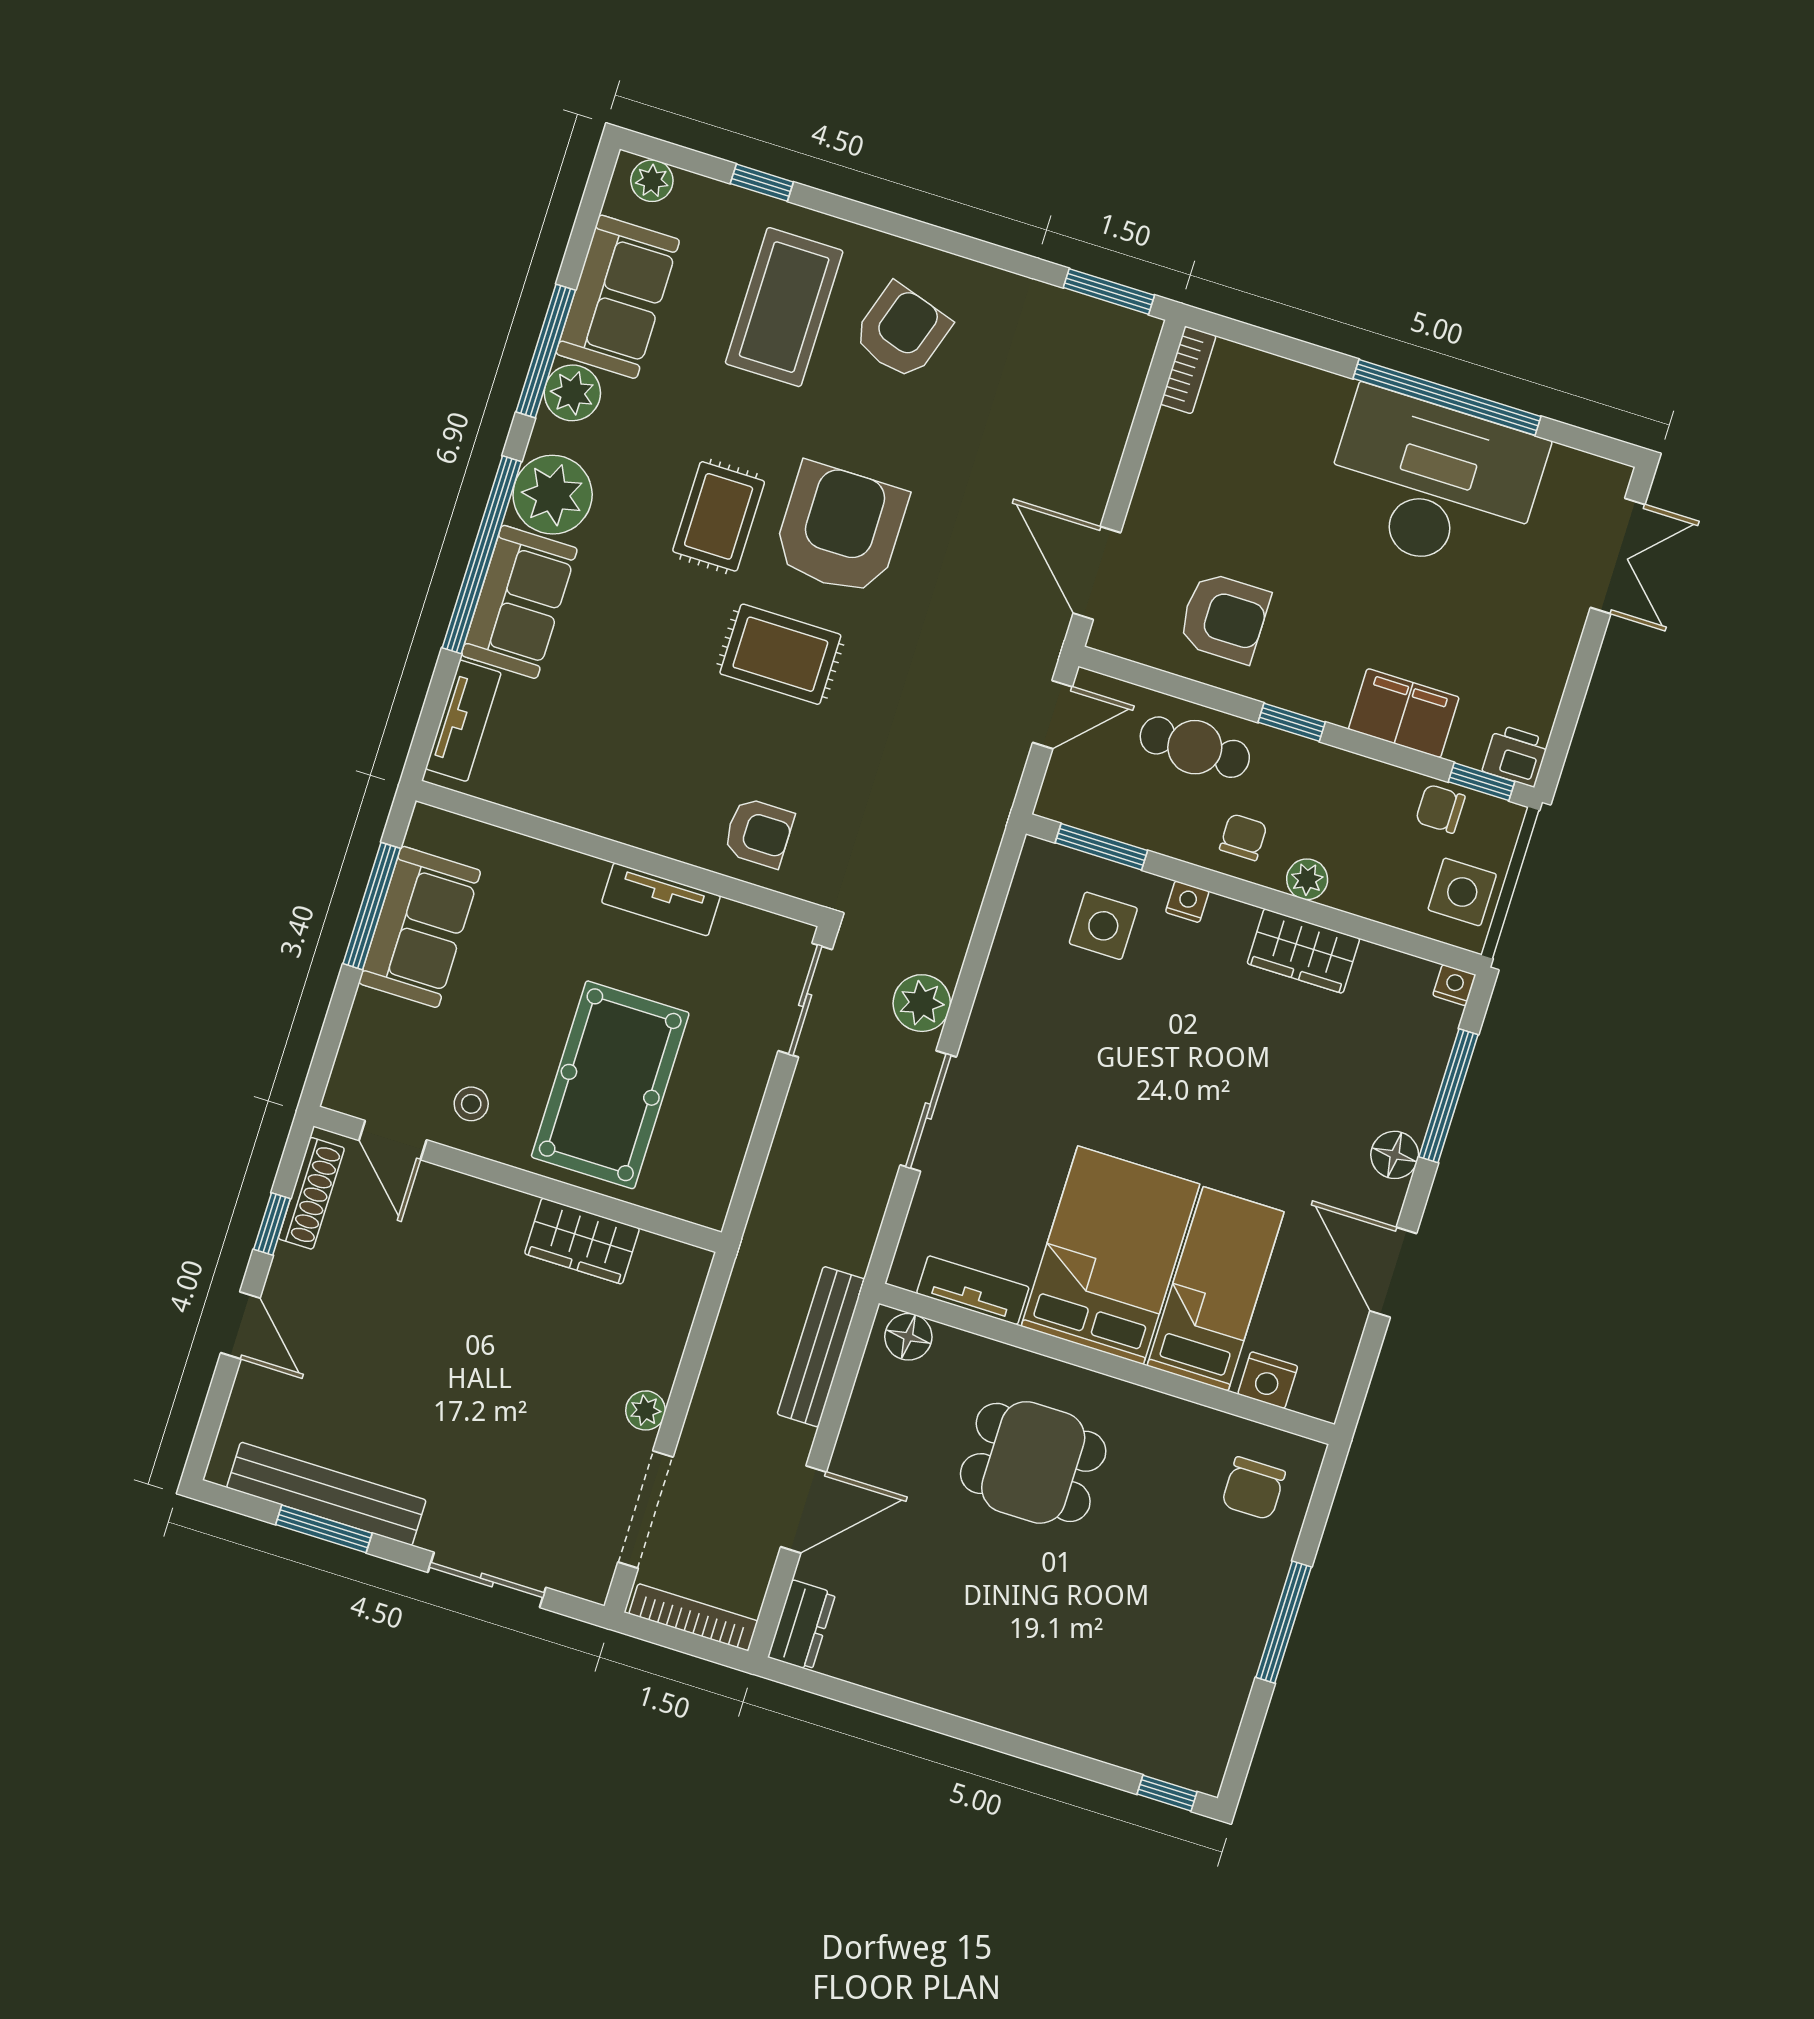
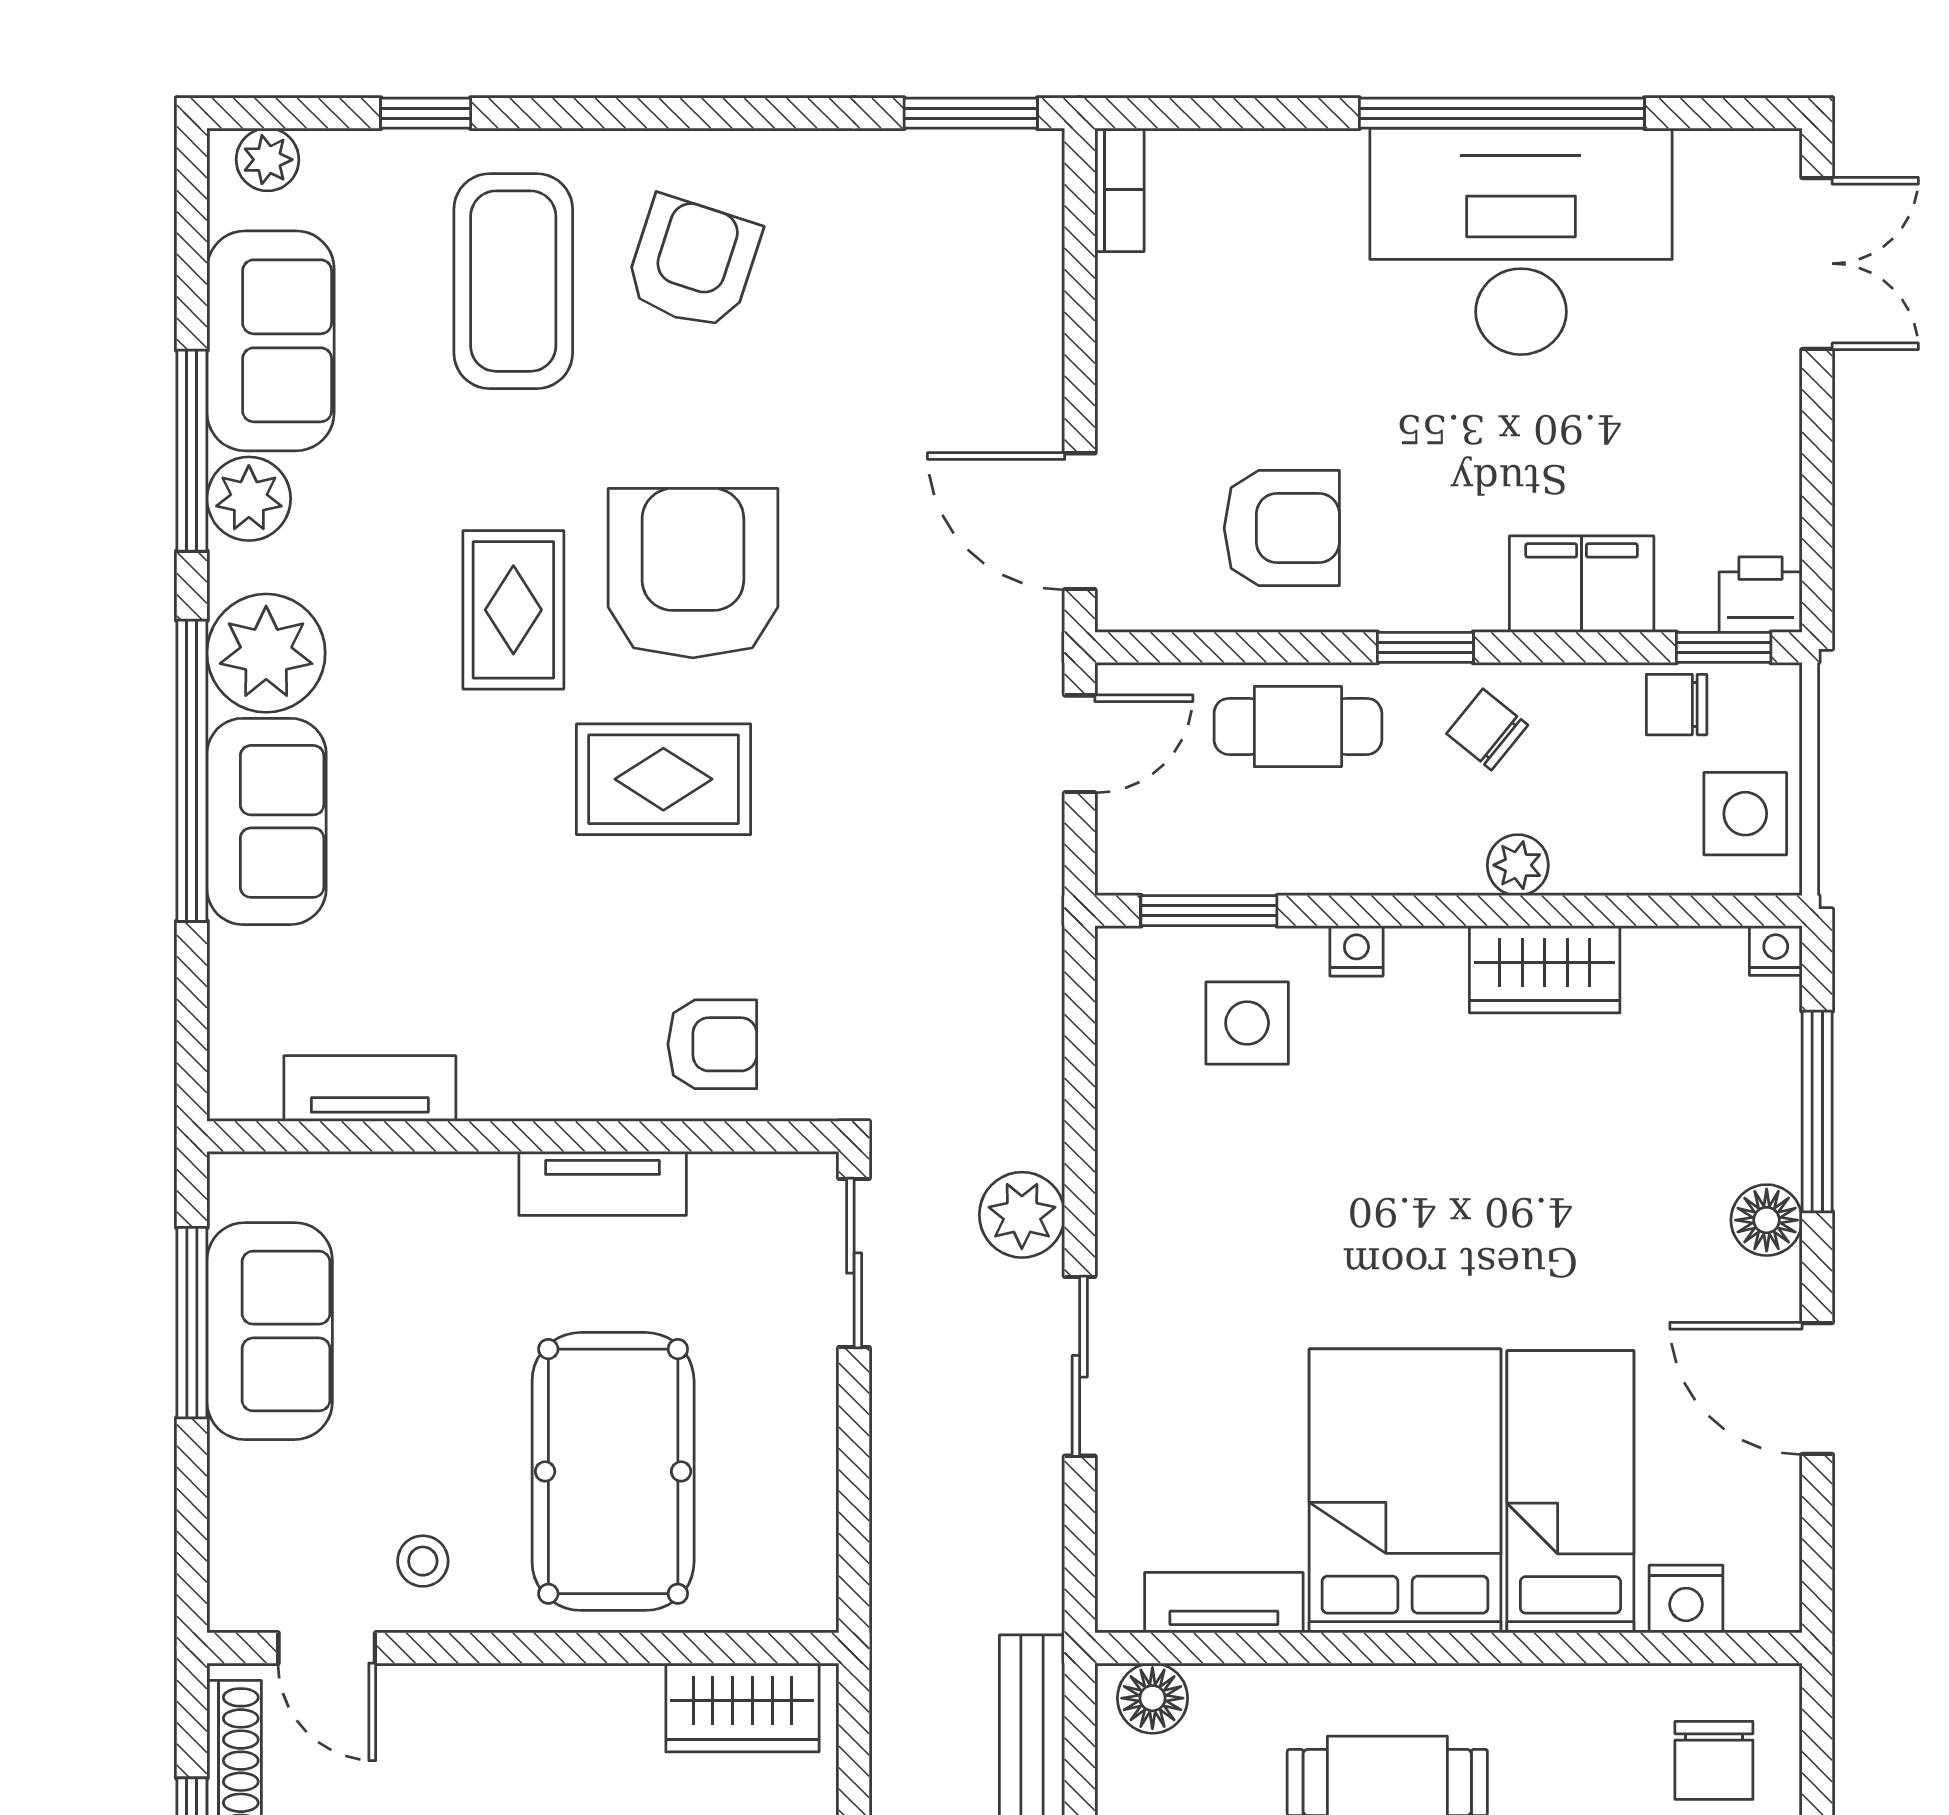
tv unit: (463, 721) -> (370, 1089), moved, turned -90
chair: (1243, 837) -> (1487, 729), moved, turned -51
wardrobe: (582, 1241) -> (742, 1708), moved

